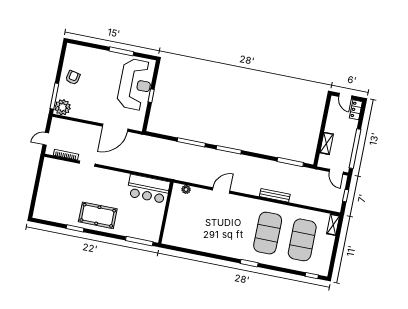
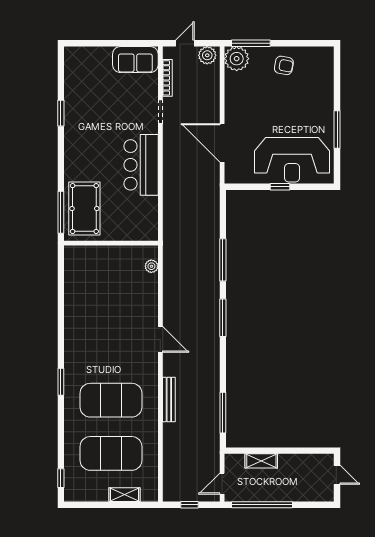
door: (345, 96) -> (337, 475), swing flipped
locker: (356, 110) -> (320, 494), removed
plant: (56, 126) -> (207, 55), added
door: (46, 139) -> (185, 43), hinge flipped
sofa: (50, 173) -> (135, 60), added
bar counter: (148, 189) -> (141, 165), moved
door: (221, 190) -> (160, 339), moved
pool table: (98, 215) -> (84, 209), moved
shelving: (333, 225) -> (125, 495), moved

